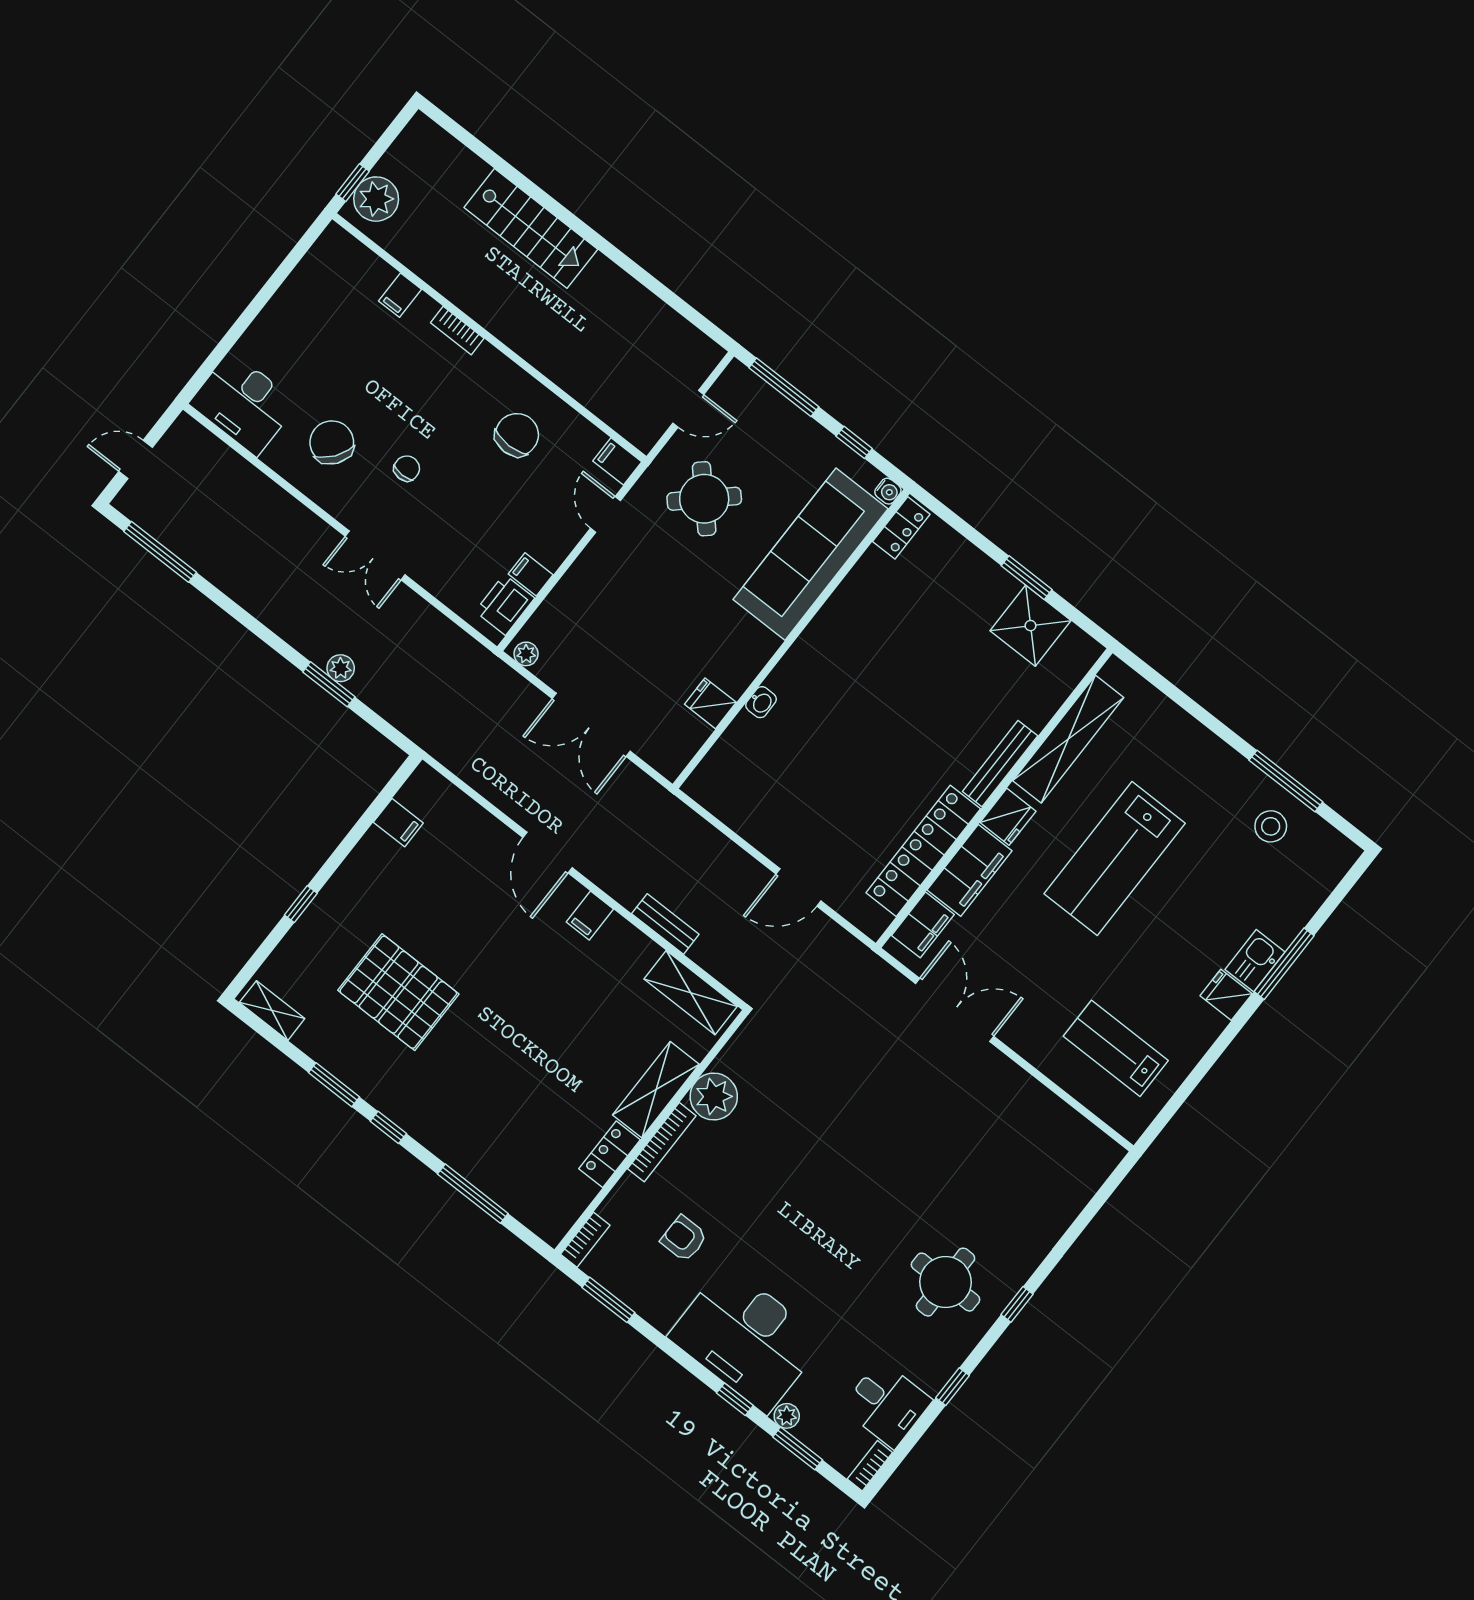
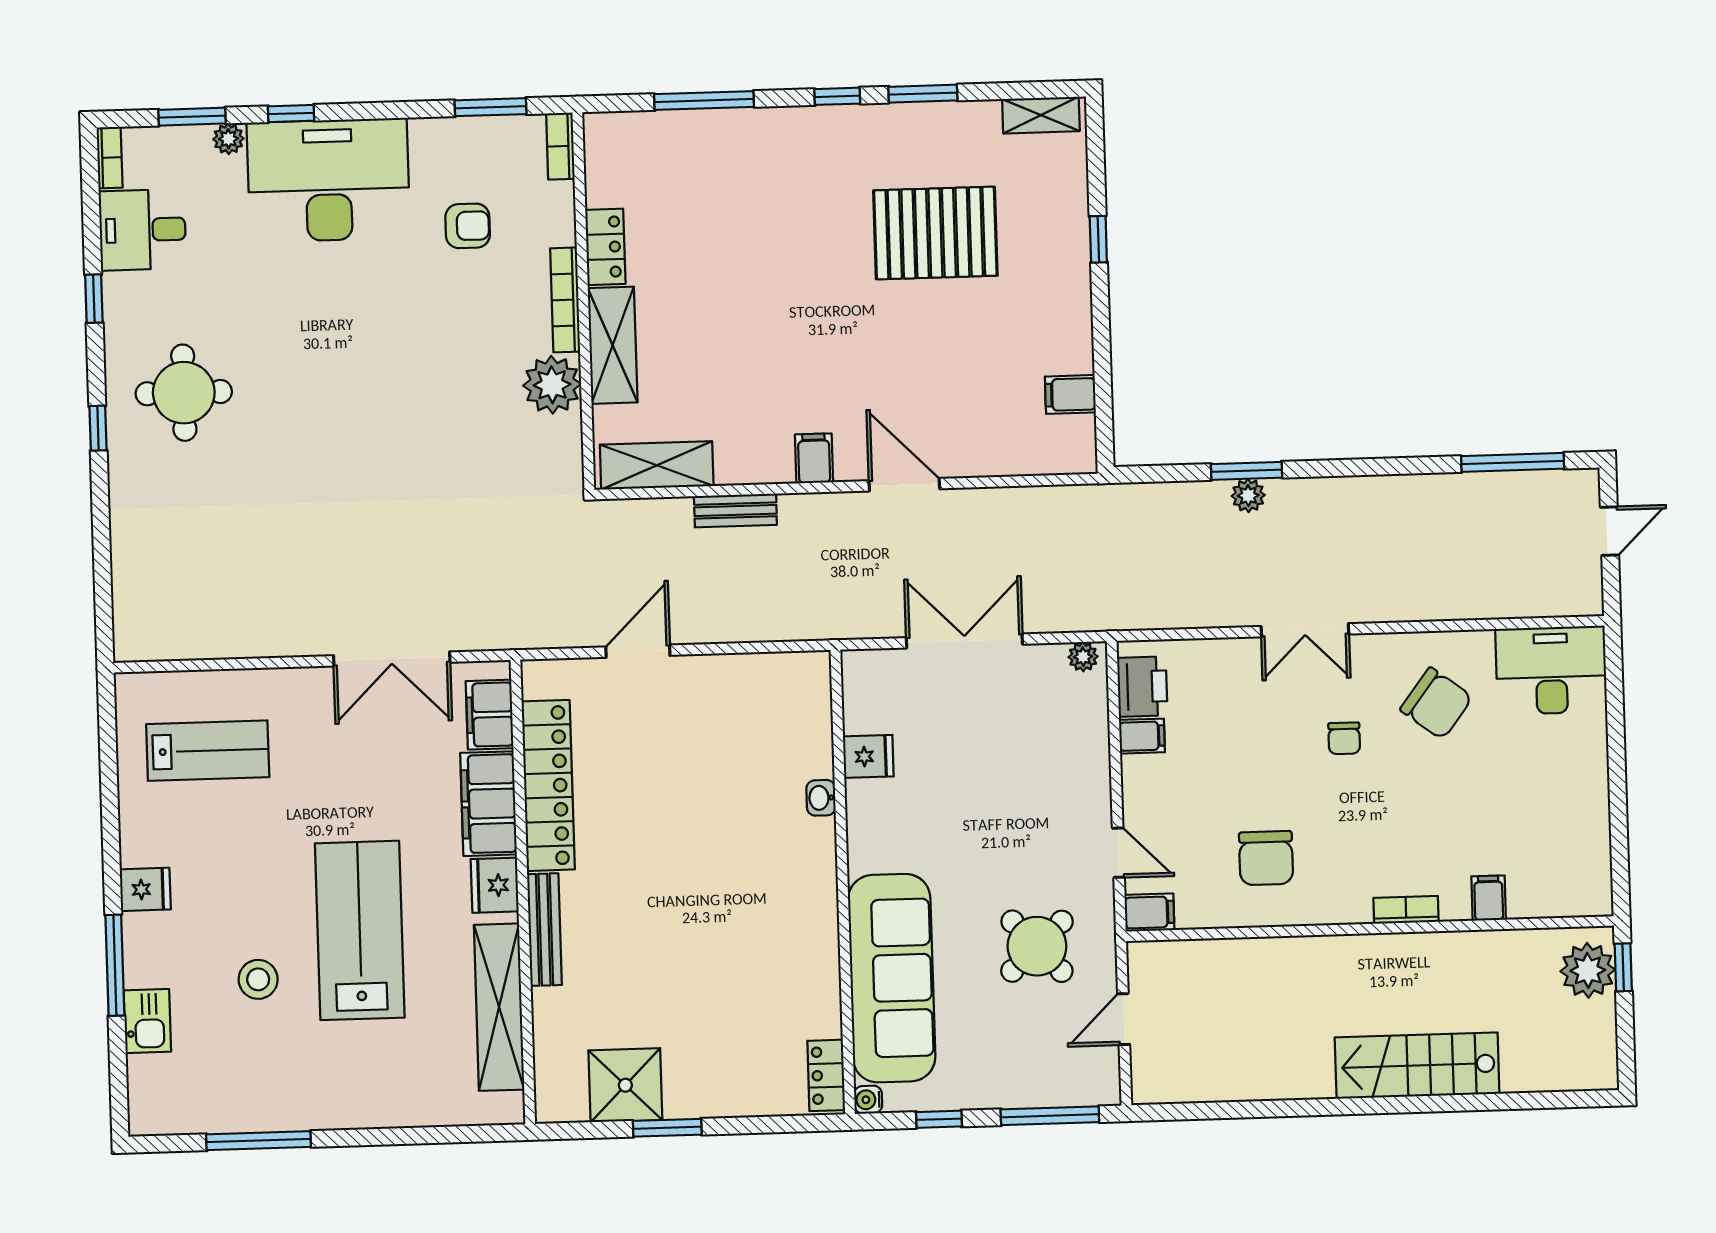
double door: (375, 556) -> (1305, 630), swing flipped
stool: (1271, 826) -> (258, 979), moved
kitchen sink: (1255, 961) -> (147, 1021), moved

